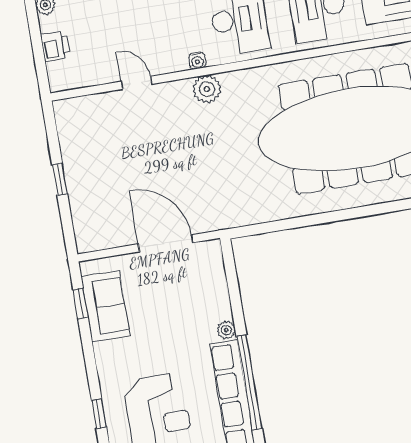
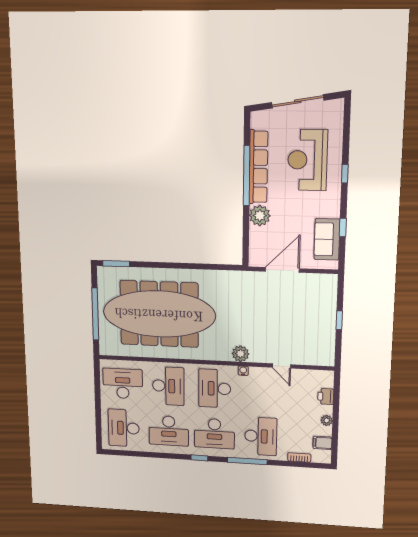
door: (166, 243) -> (282, 270), swing flipped
window: (80, 303) -> (343, 227), moved
plant: (226, 330) -> (260, 216), width x1.88, depth x1.88

